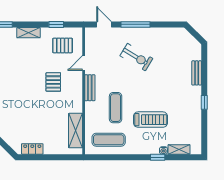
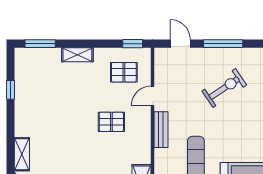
window: (56, 24) -> (133, 44), moved
exercise bike: (136, 57) -> (224, 88), turned -65
pallet: (53, 82) -> (111, 122), turned 90

